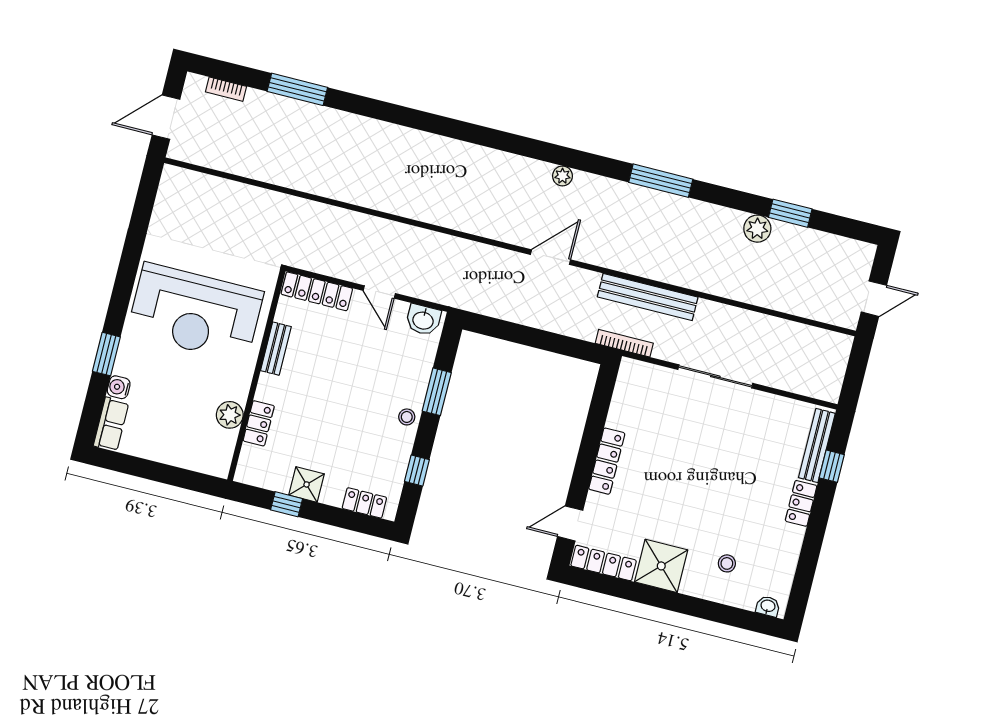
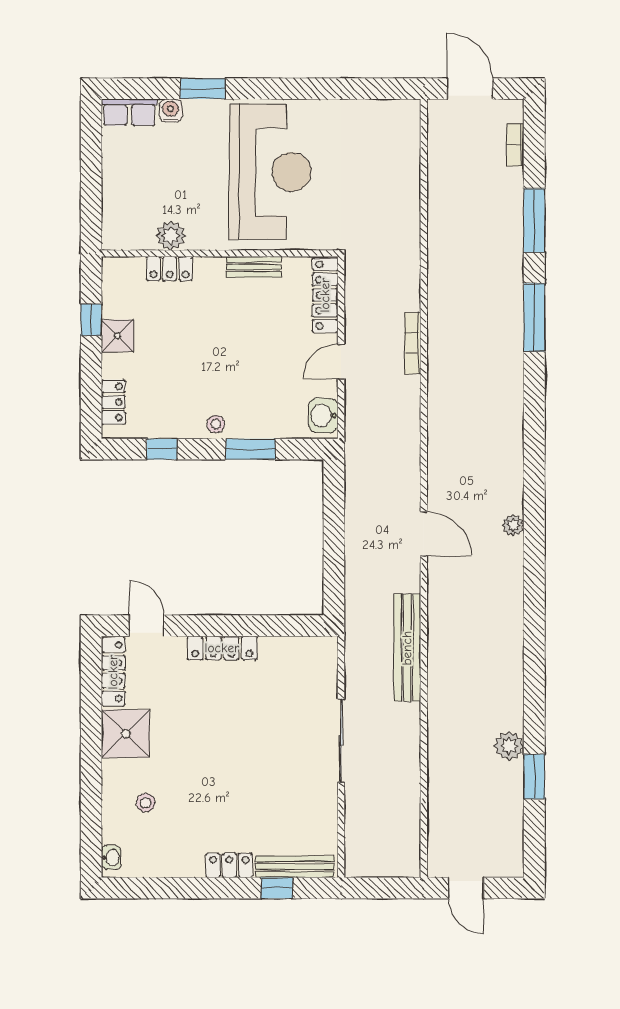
window: (661, 181) -> (534, 317), moved
reception desk: (195, 313) -> (270, 172), turned 180
bookcase: (624, 343) -> (413, 343), moved, turned 180

